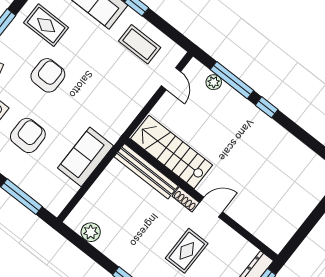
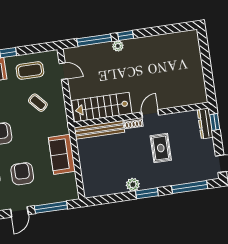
plant: (214, 82) -> (118, 46), moved
coffee table: (115, 83) -> (38, 103), added
plant: (91, 232) -> (133, 185), moved

